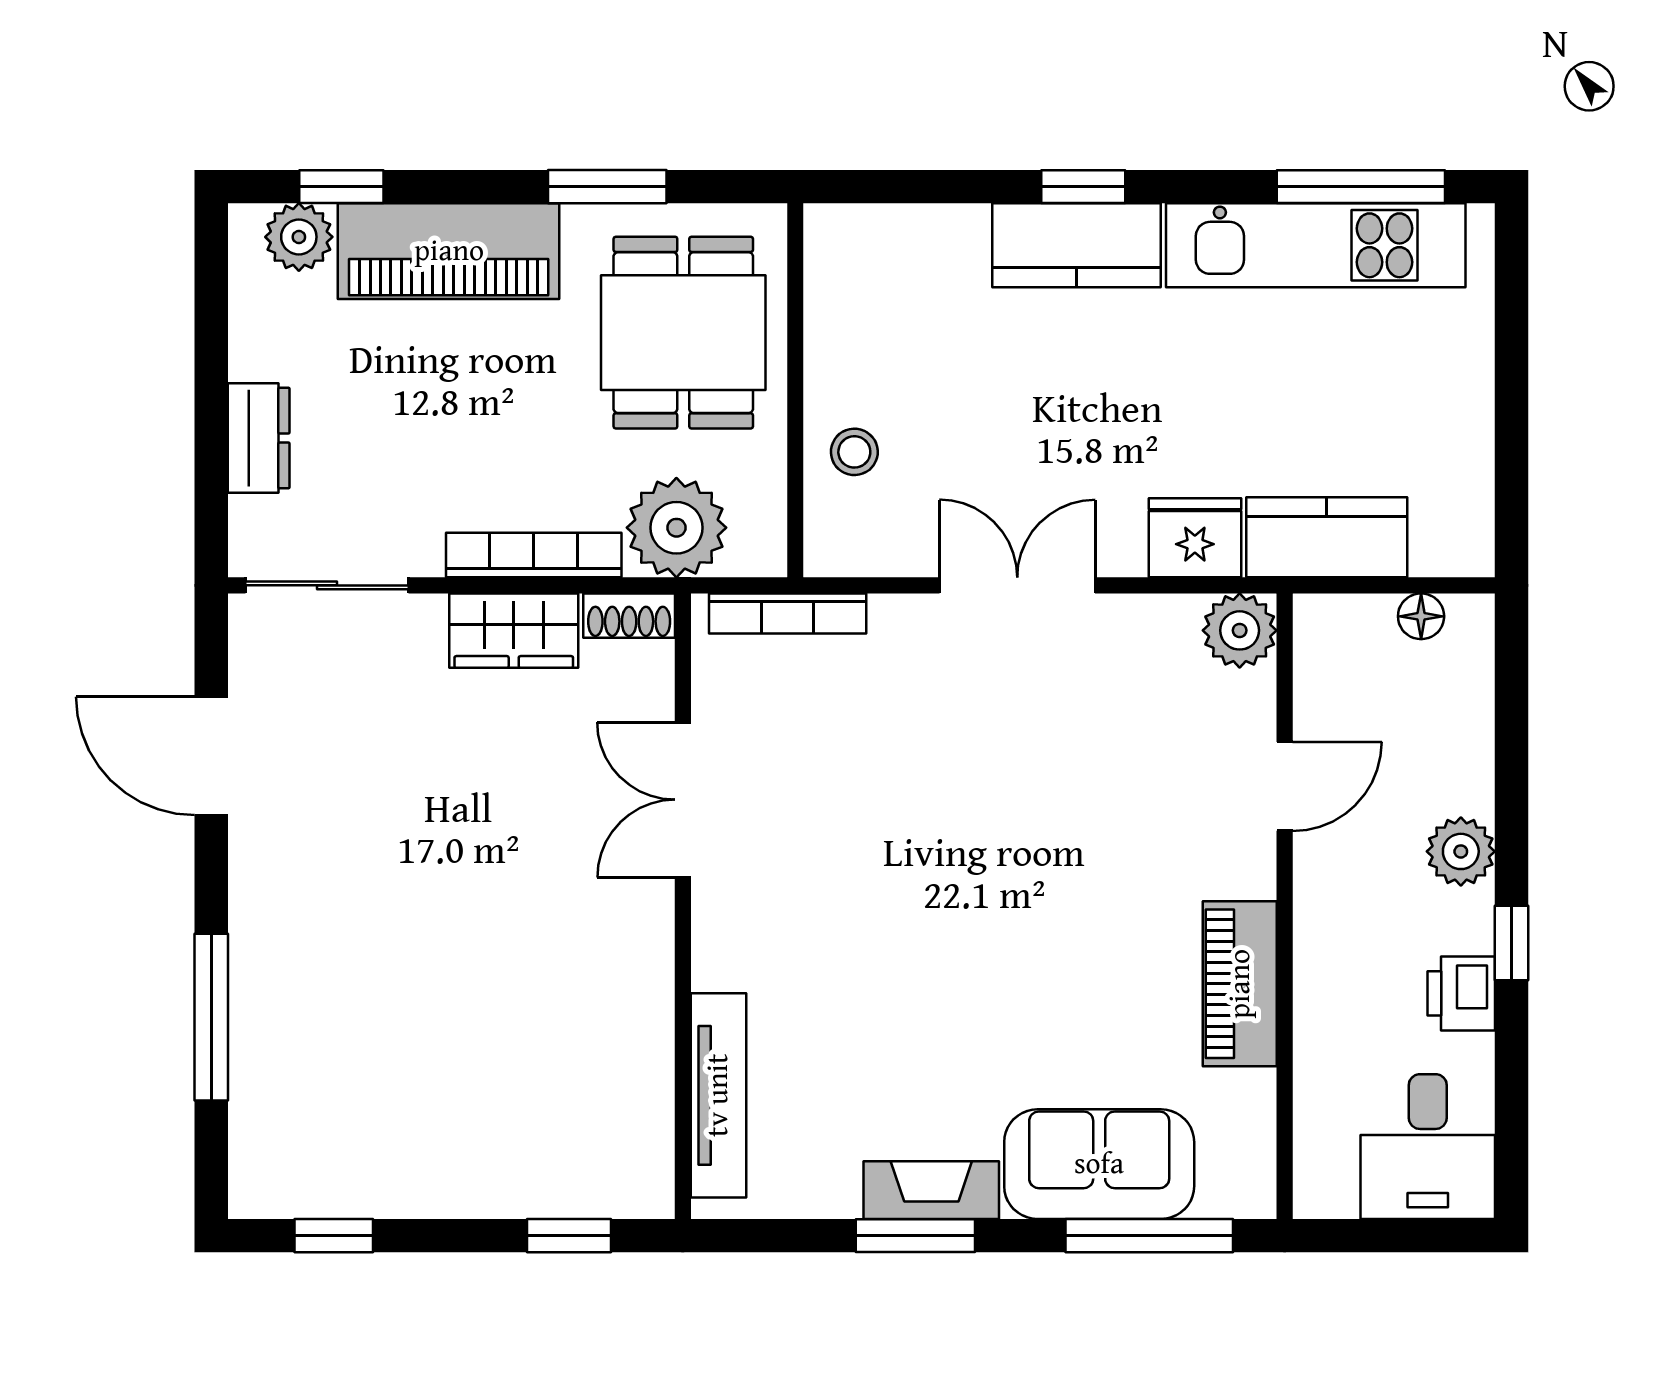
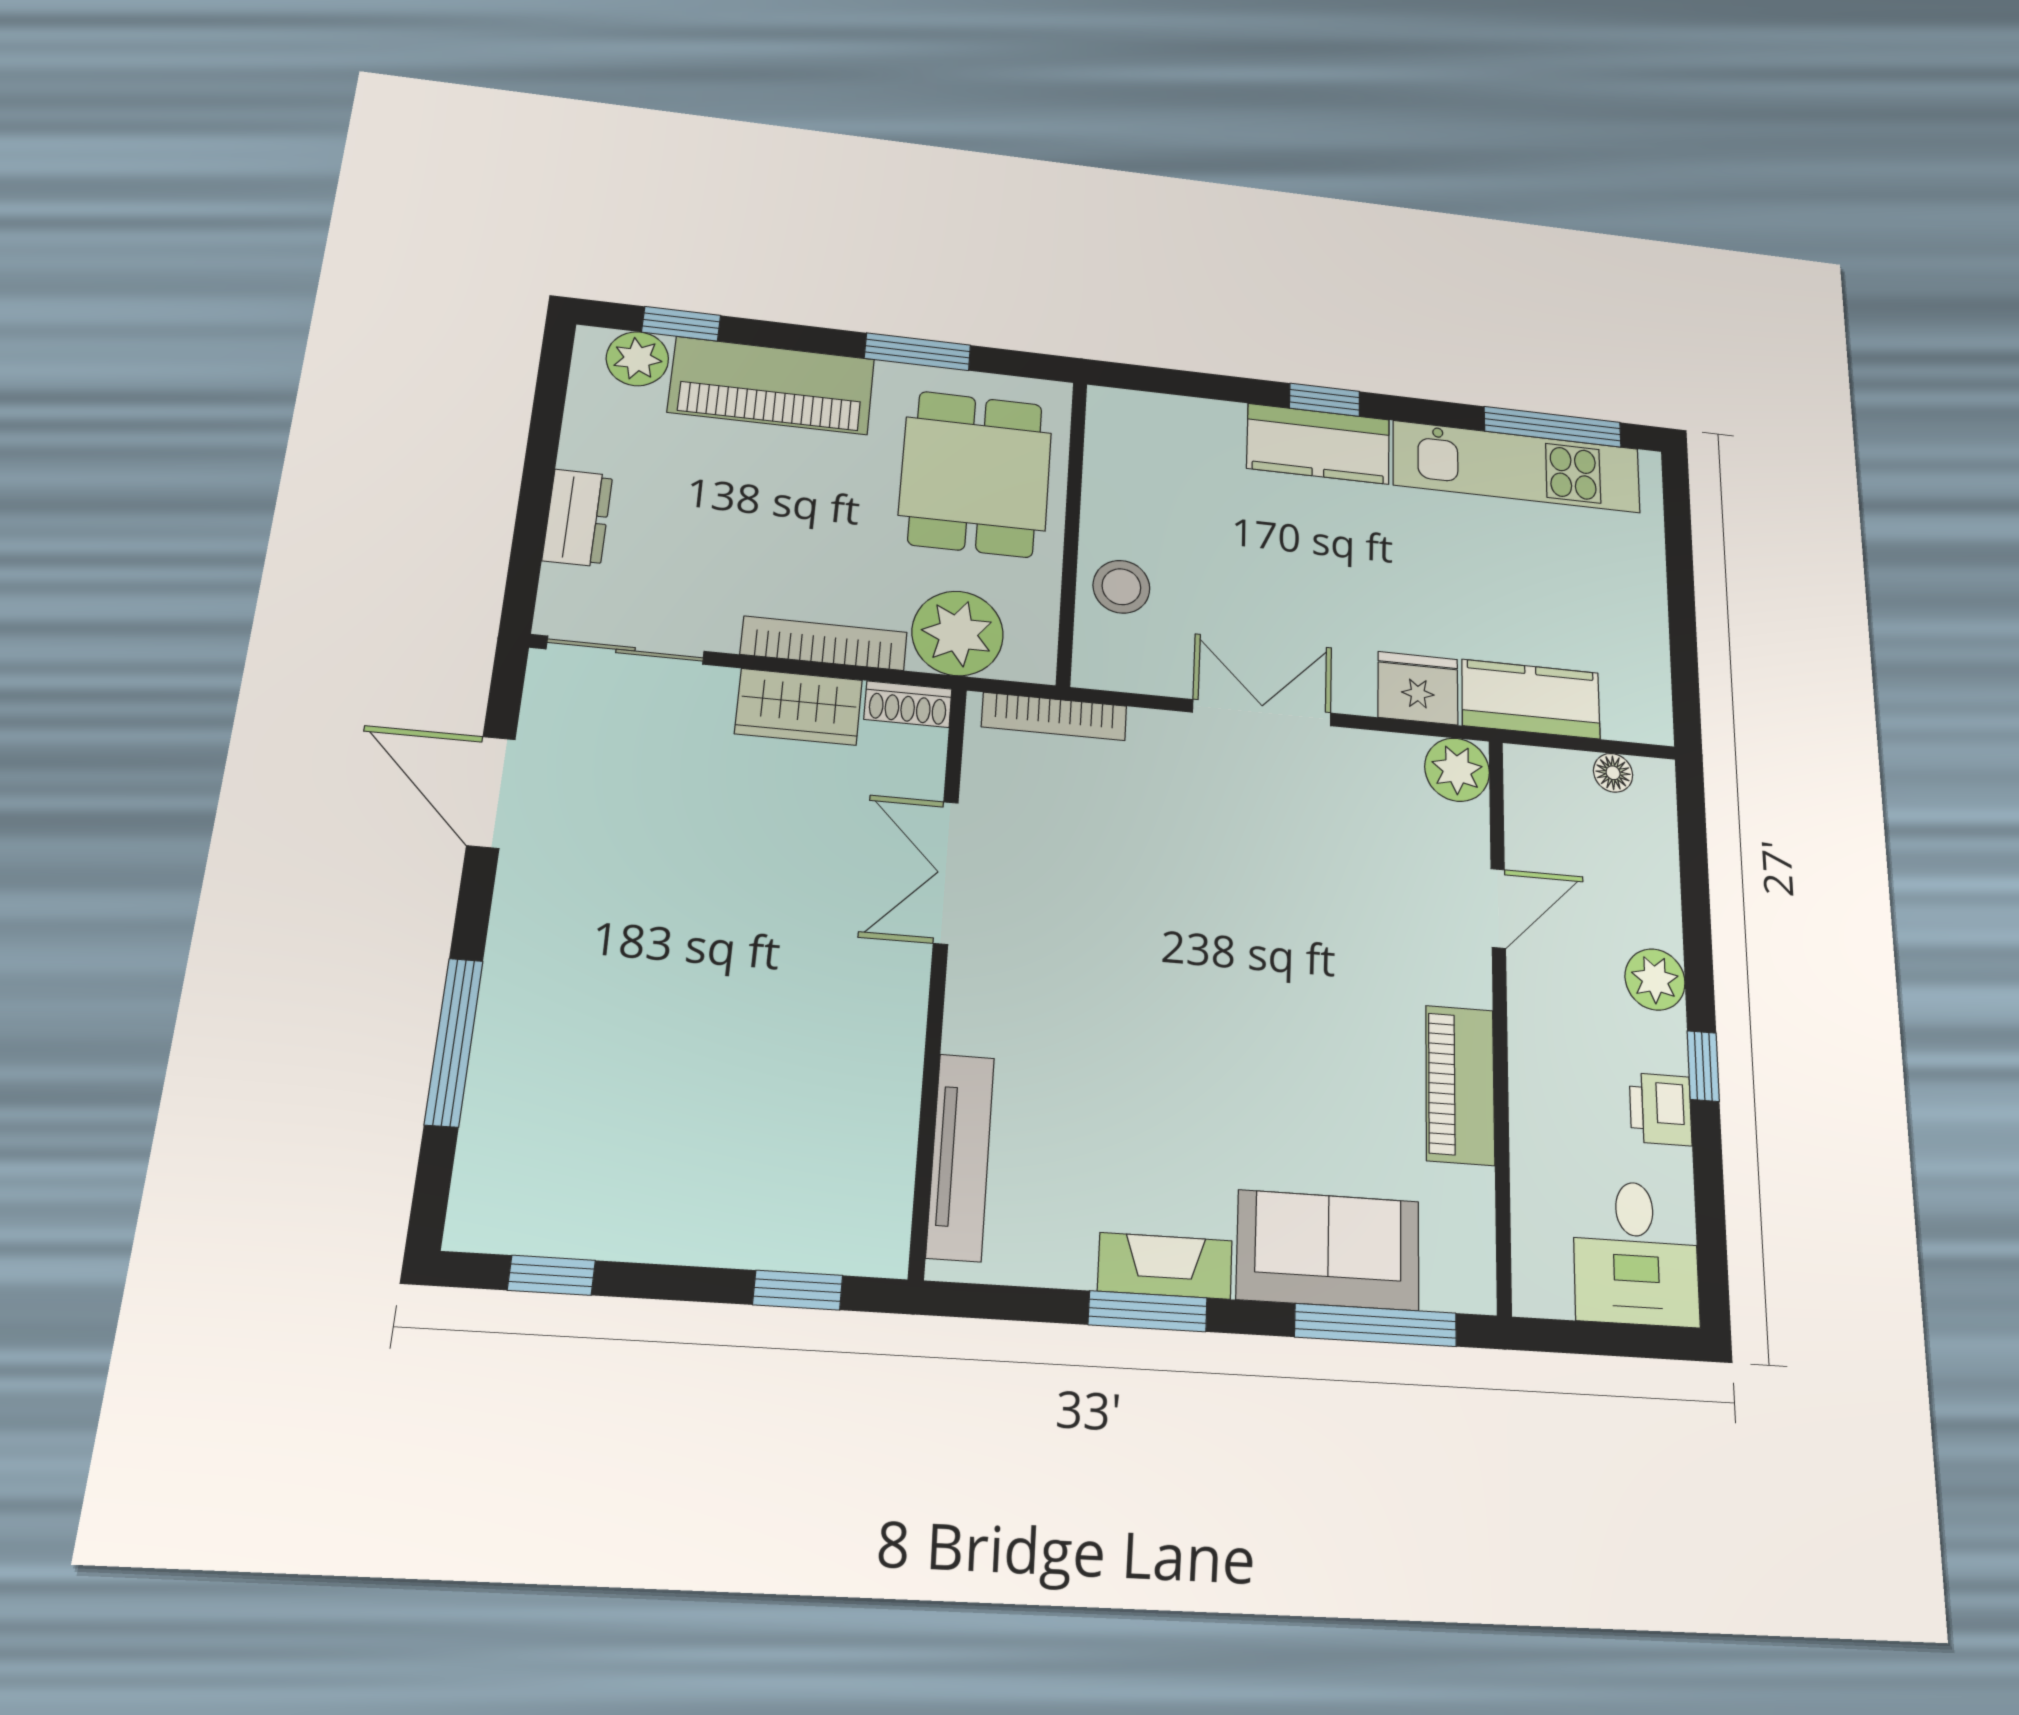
stool: (854, 452) -> (1121, 587), width x1.37, depth x1.37

